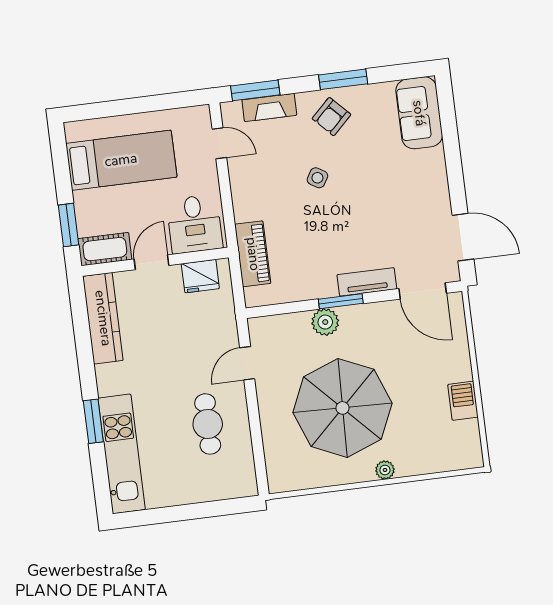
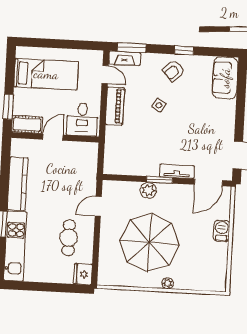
window: (343, 79) -> (184, 50), width x0.67
fireplace: (269, 108) -> (125, 58), moved
piano: (253, 254) -> (115, 106), moved
fridge: (200, 276) -> (83, 274), moved, turned 90
door: (423, 291) -> (209, 182), hinge flipped
kitchen counter: (103, 318) -> (18, 184), moved
barbecue: (463, 401) -> (222, 231), moved

